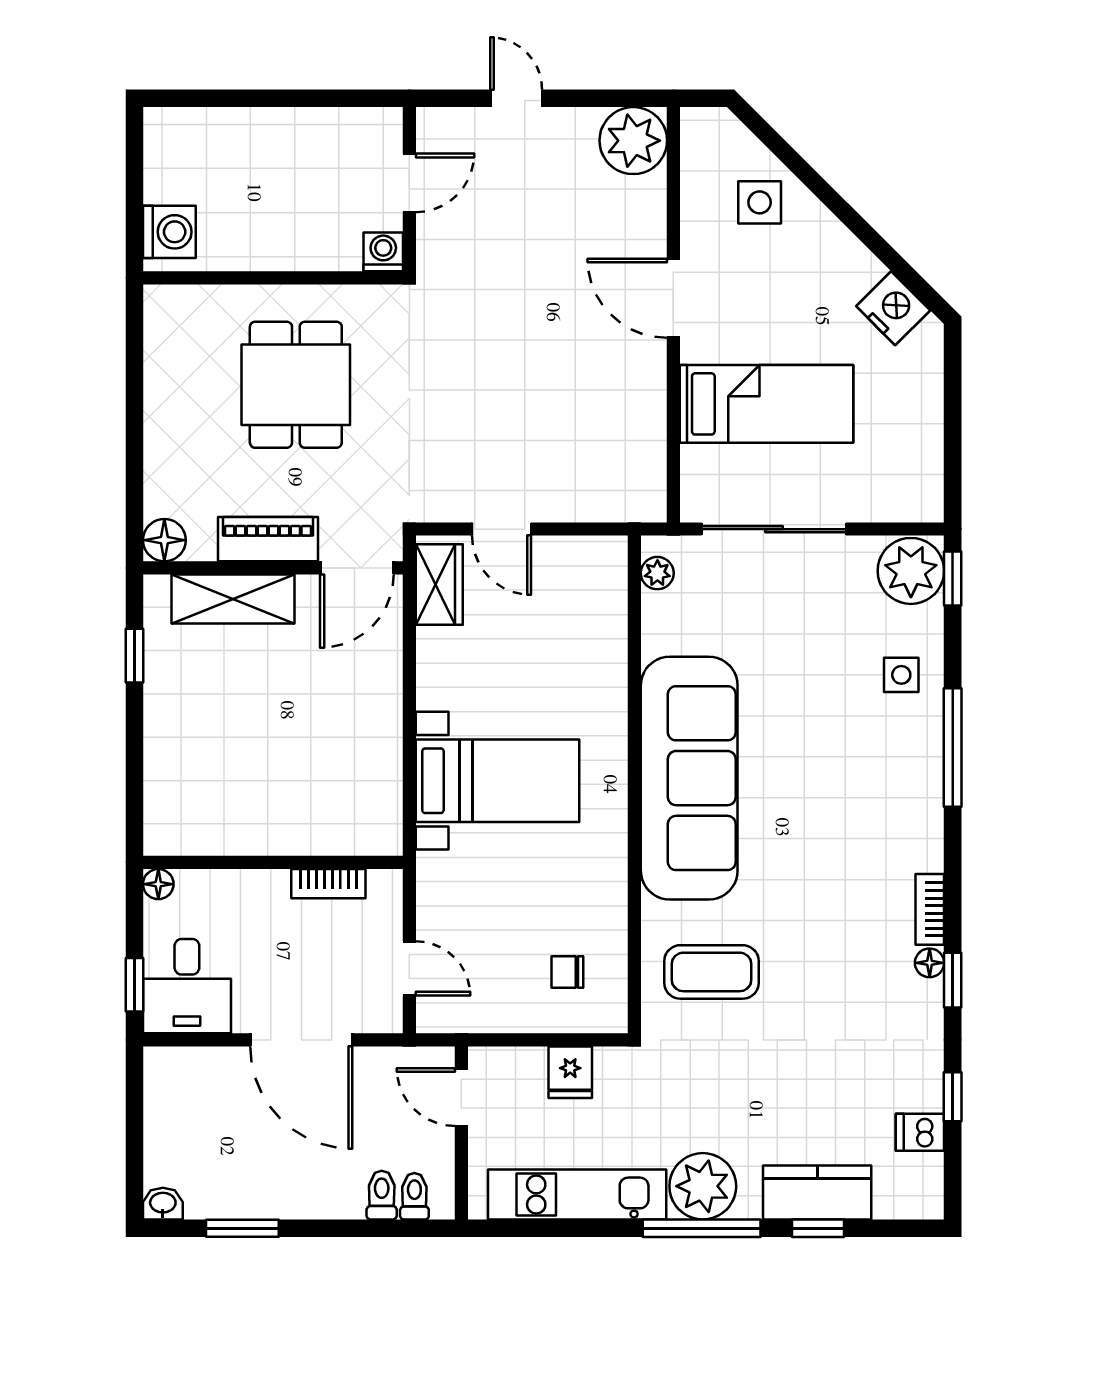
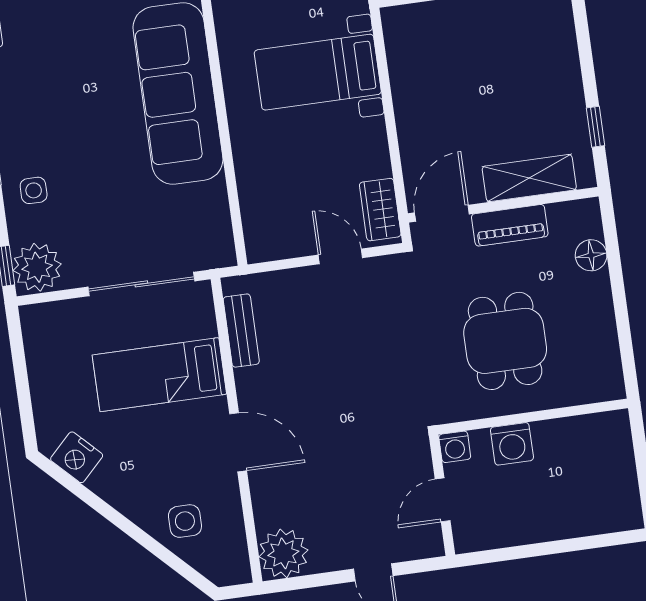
washing machine: (169, 232) -> (512, 444), moved, turned -90
bench: (648, 448) -> (241, 331), added
floor lamp: (164, 540) -> (591, 255), moved
plant: (657, 573) -> (222, 240), removed

